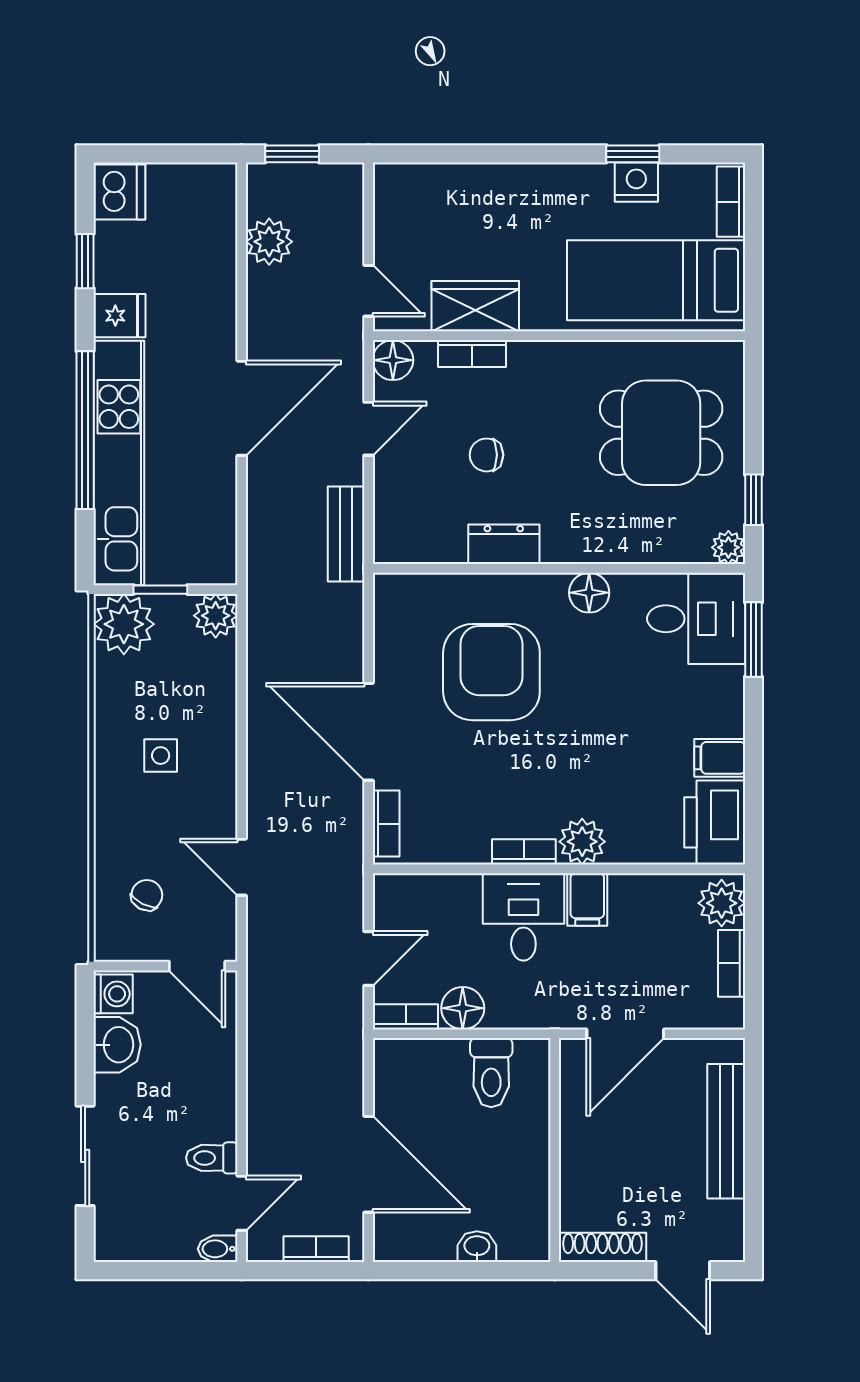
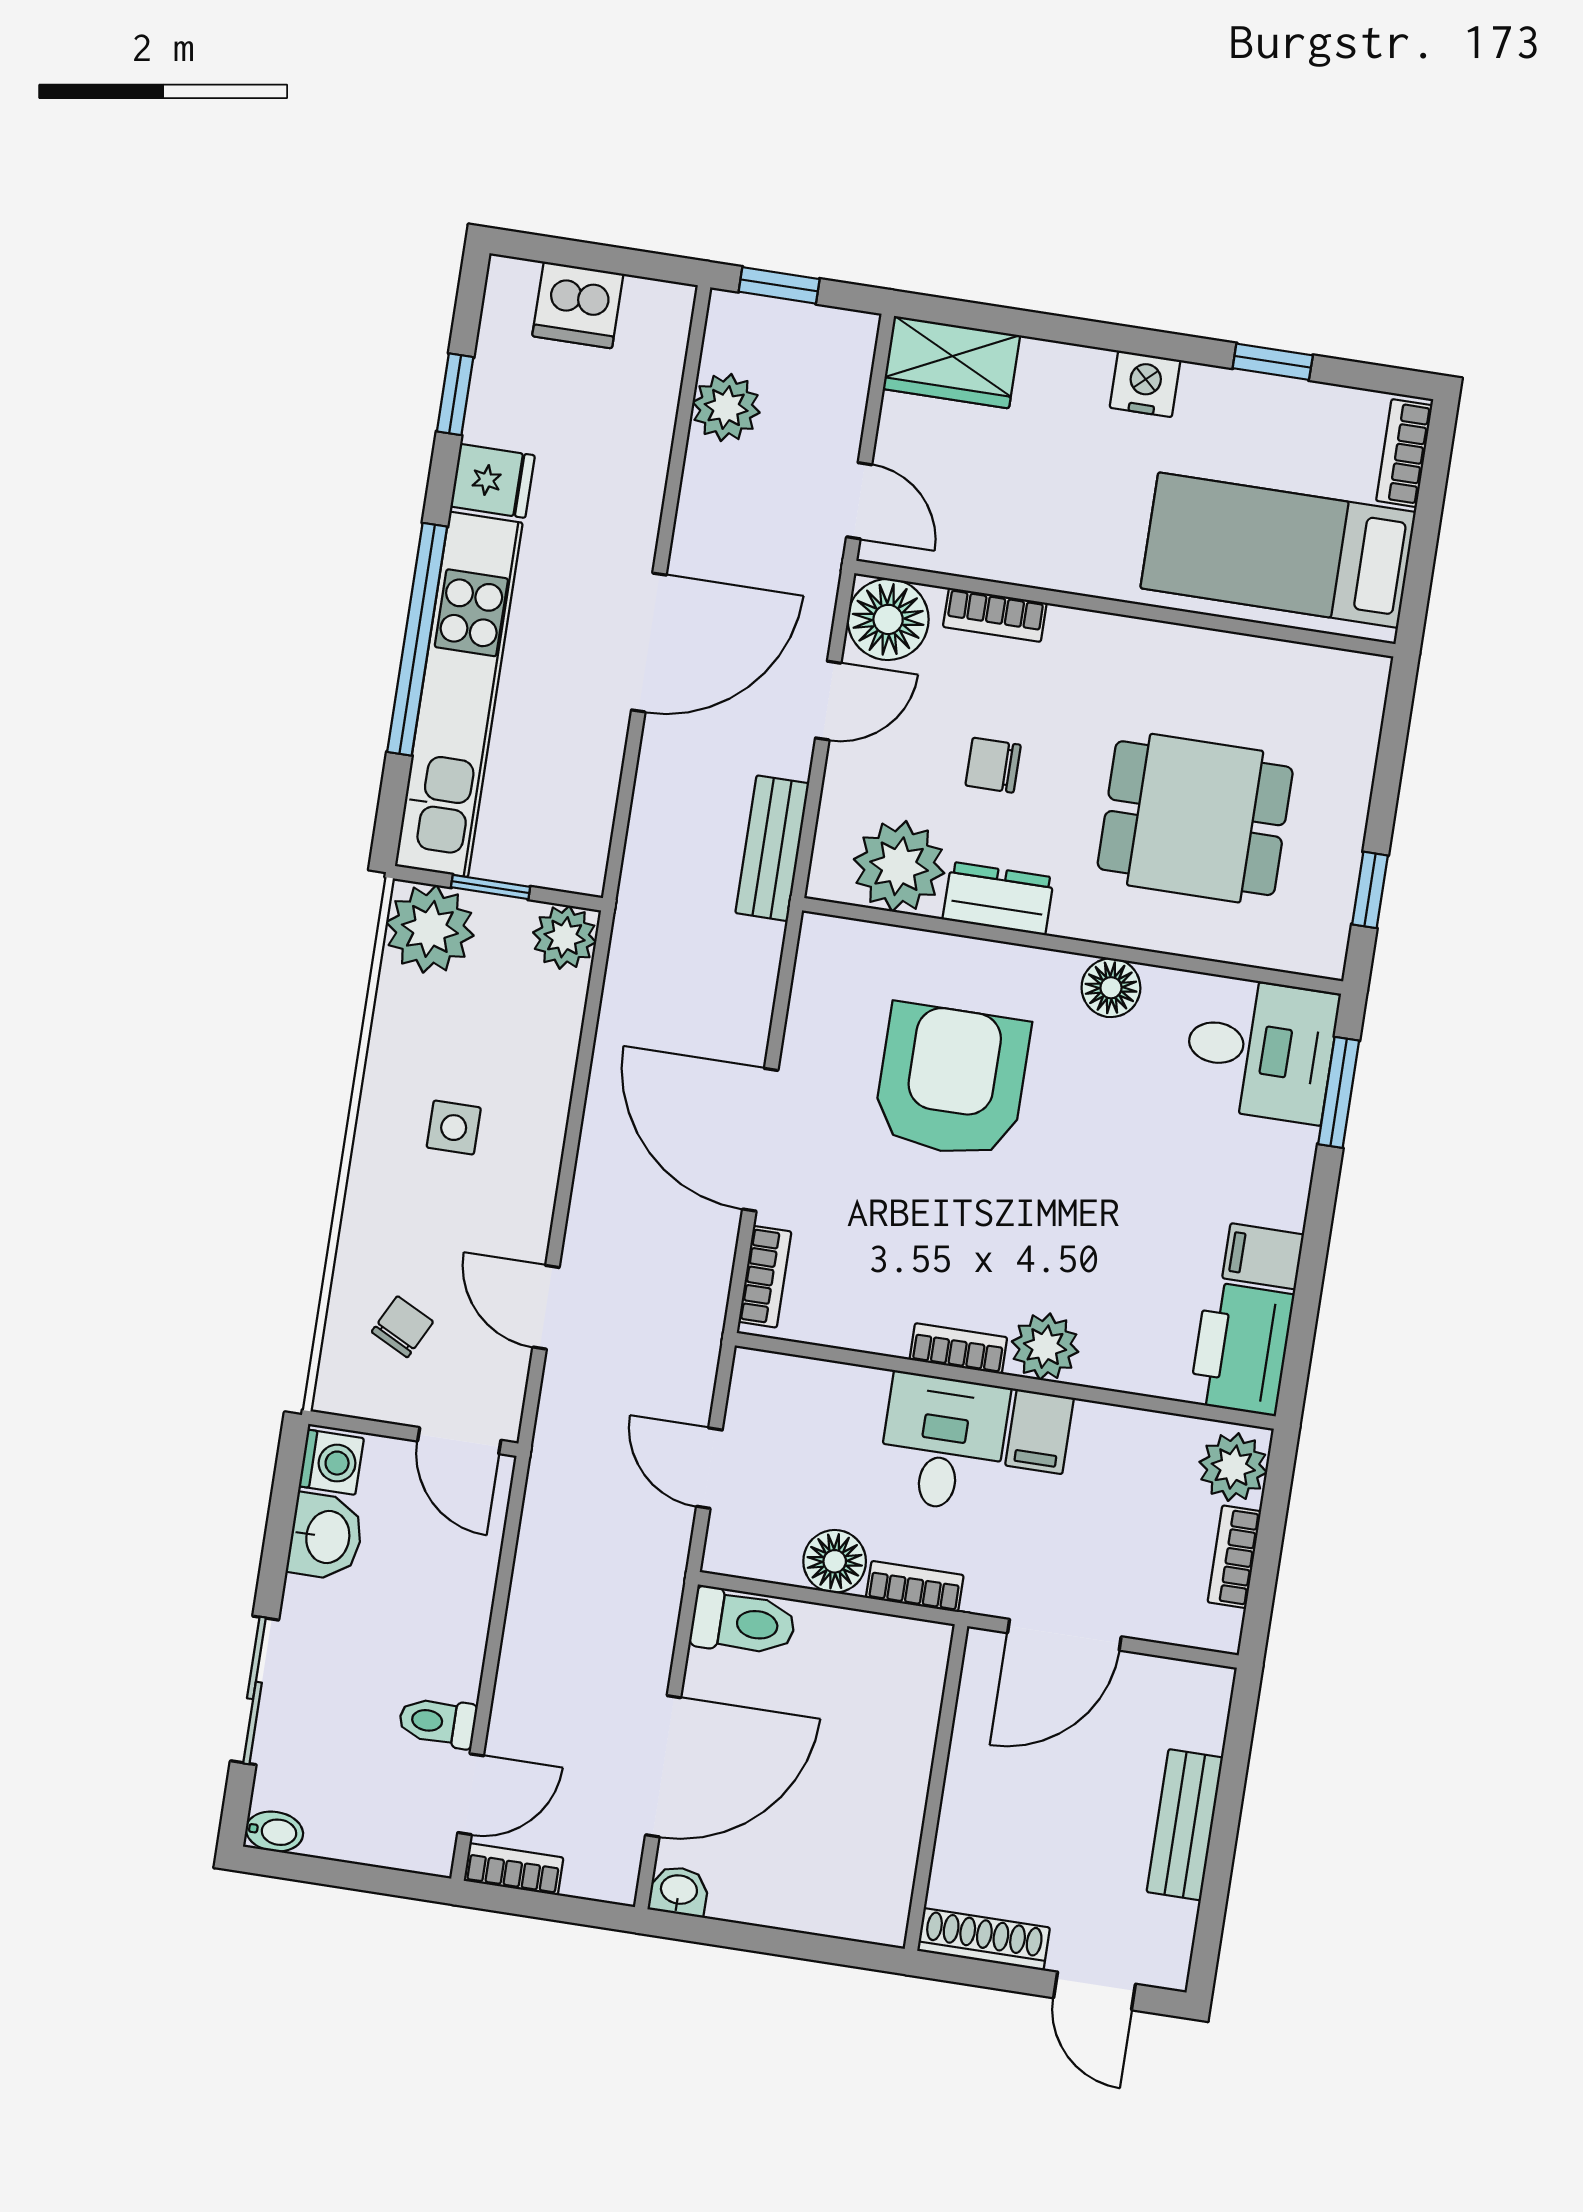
nightstand: (636, 182) -> (1145, 384), moved
dishwasher: (119, 192) -> (578, 305), moved, turned 90
wardrobe: (475, 306) -> (951, 362), moved, turned 180
floor lamp: (393, 360) -> (888, 619), width x1.38, depth x1.38
dining table: (661, 433) -> (1195, 818), moved
plant: (728, 547) -> (899, 866), moved, width x1.87, depth x1.87
door: (369, 958) -> (709, 1468), swing flipped
bookcase: (406, 1017) -> (915, 1586), moved
toilet: (491, 1073) -> (743, 1623), moved, turned -90
bench: (726, 1131) -> (1185, 1825), width x0.73
door: (369, 1164) -> (663, 1766), hinge flipped
washbasin: (477, 1247) -> (679, 1891), moved
bidet: (218, 1249) -> (274, 1832), moved, turned 180
bookcase: (316, 1249) -> (513, 1869), moved

